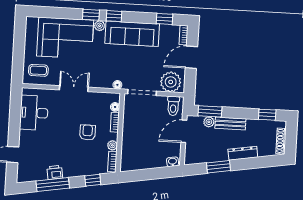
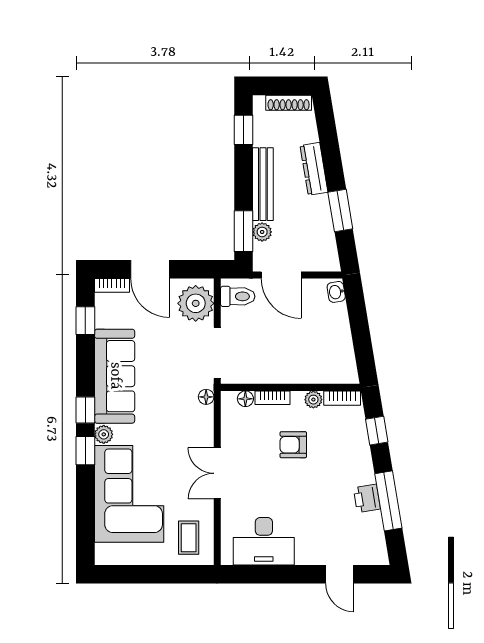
bench: (230, 124) -> (263, 184), width x1.36

